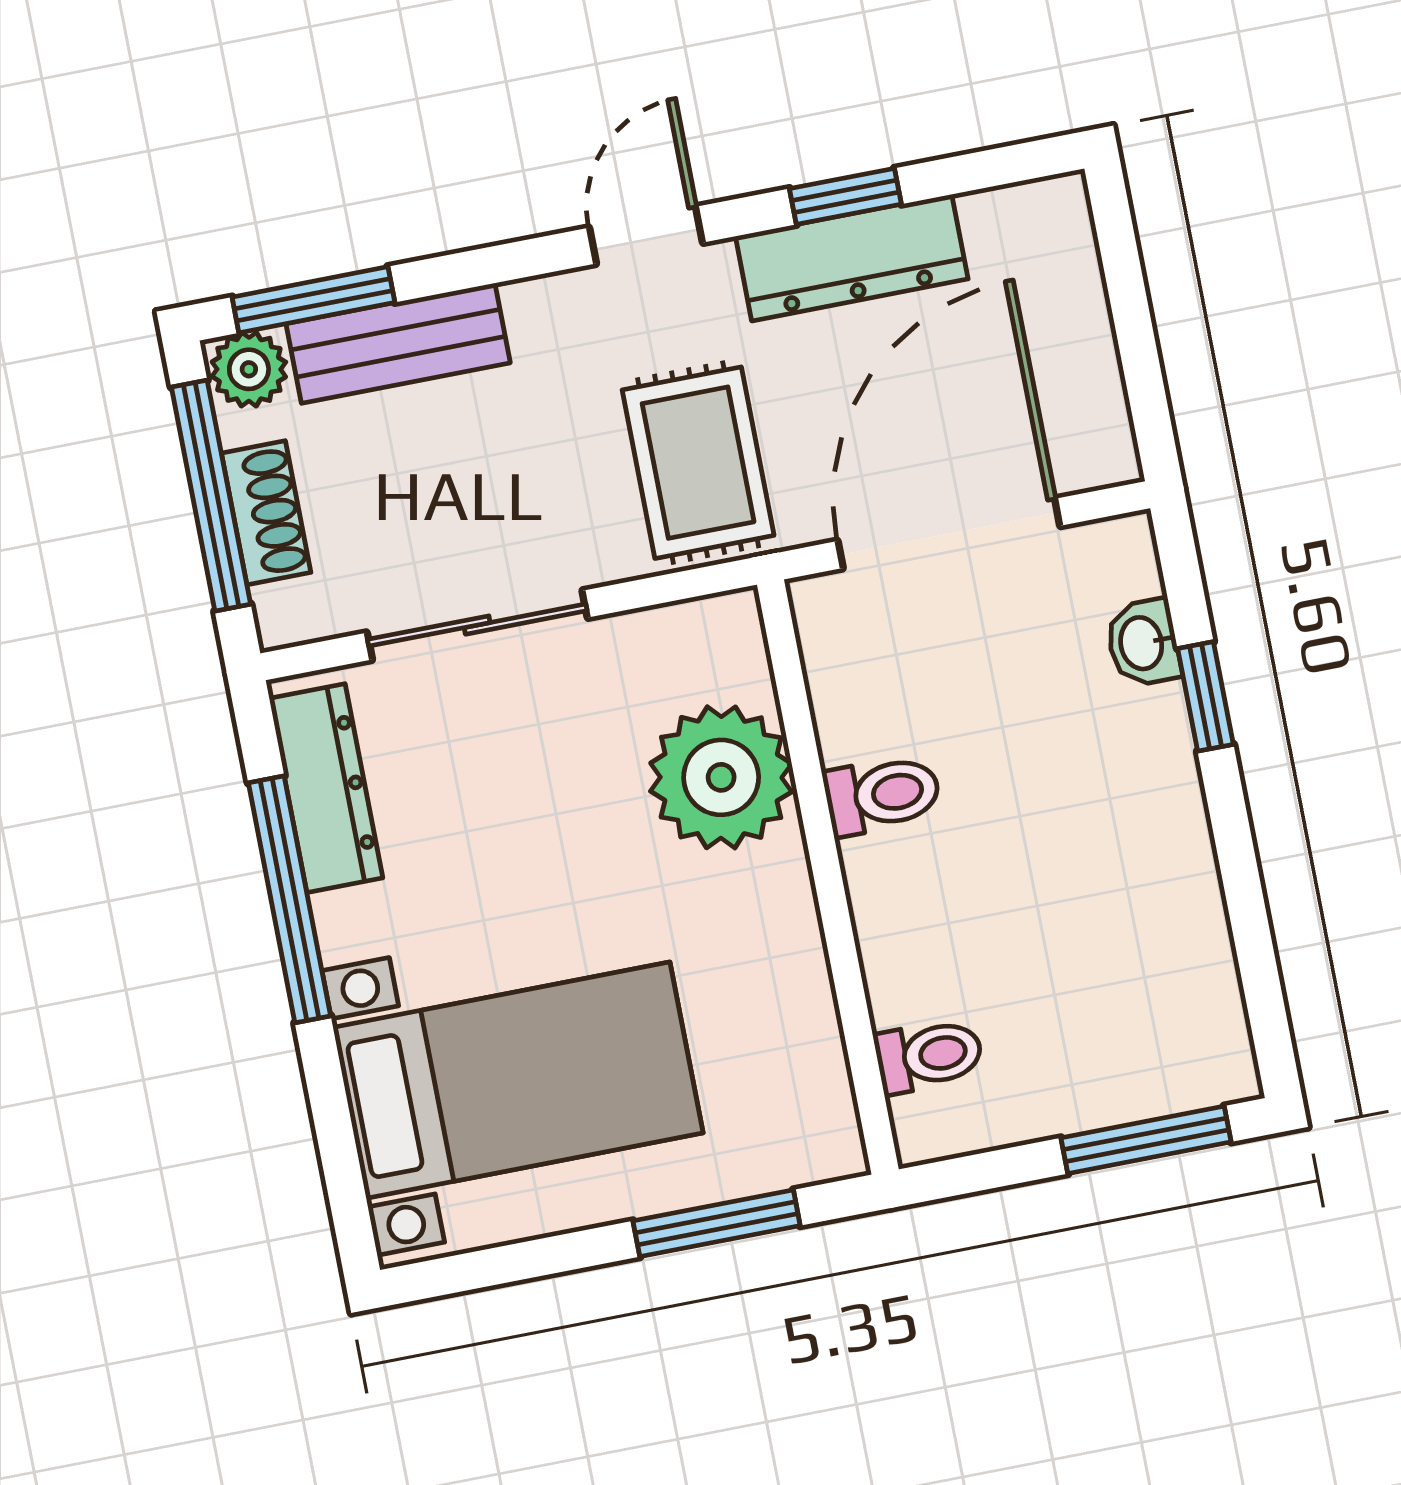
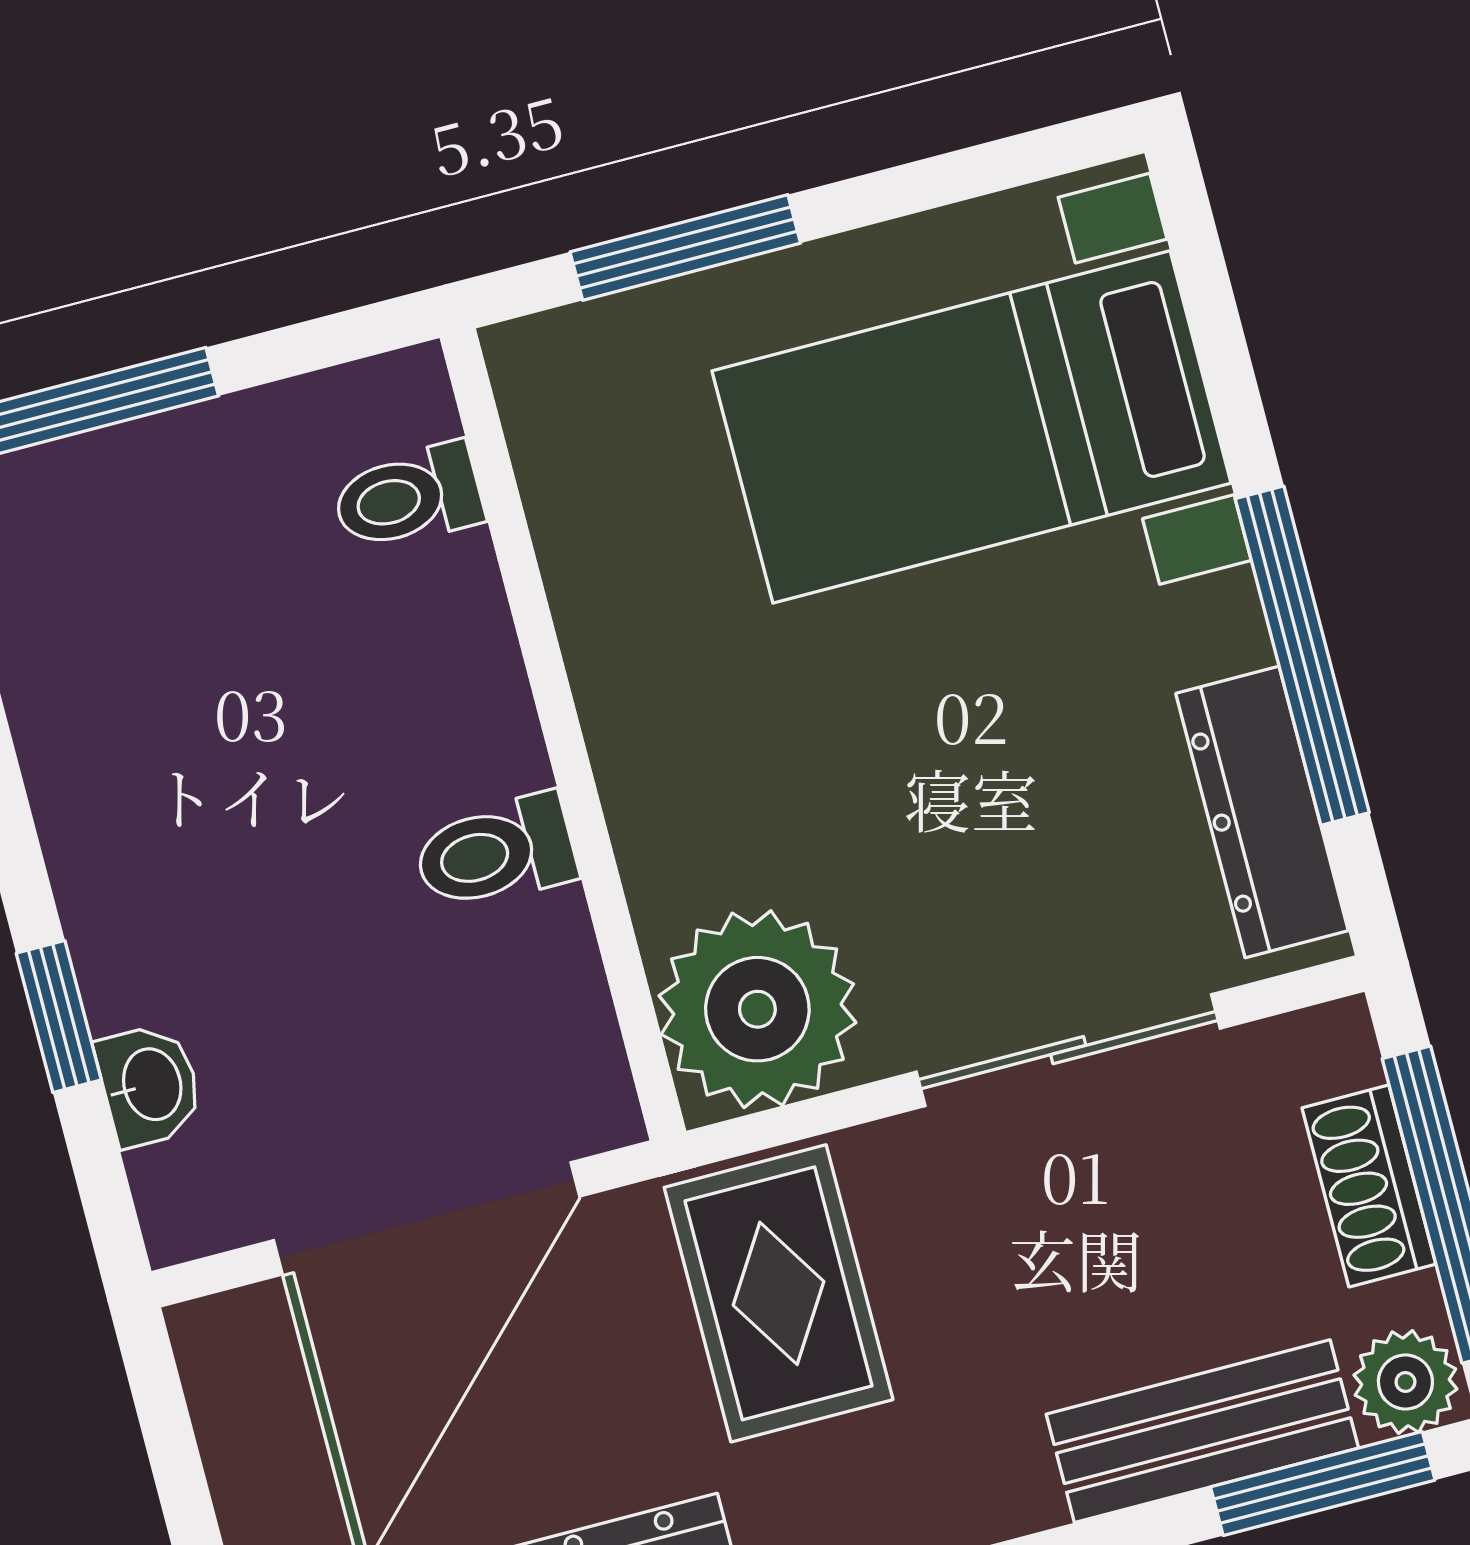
plant: (721, 777) -> (757, 1009), moved

